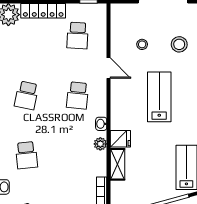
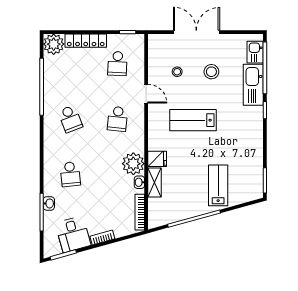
school desk: (26, 95) -> (70, 119), turned -33
lab bench: (159, 97) -> (193, 120), turned -90
washbasin: (101, 124) -> (139, 182), moved
plant: (100, 144) -> (133, 164), width x1.88, depth x1.88

